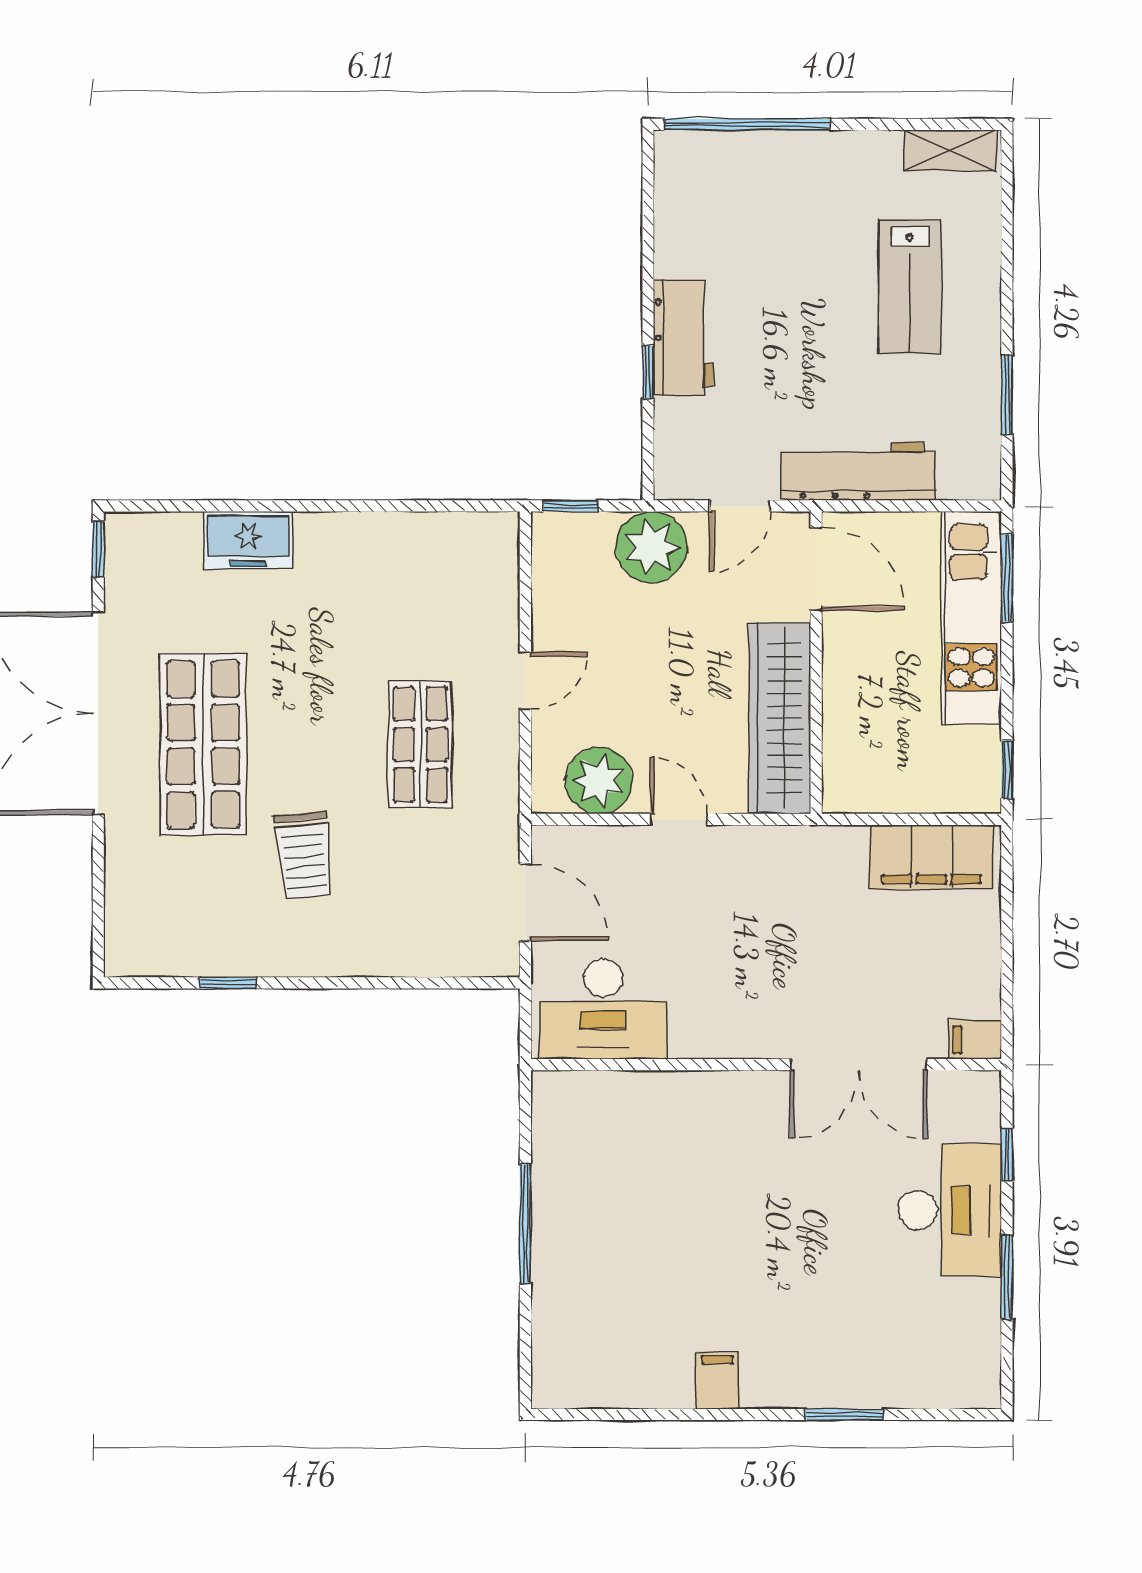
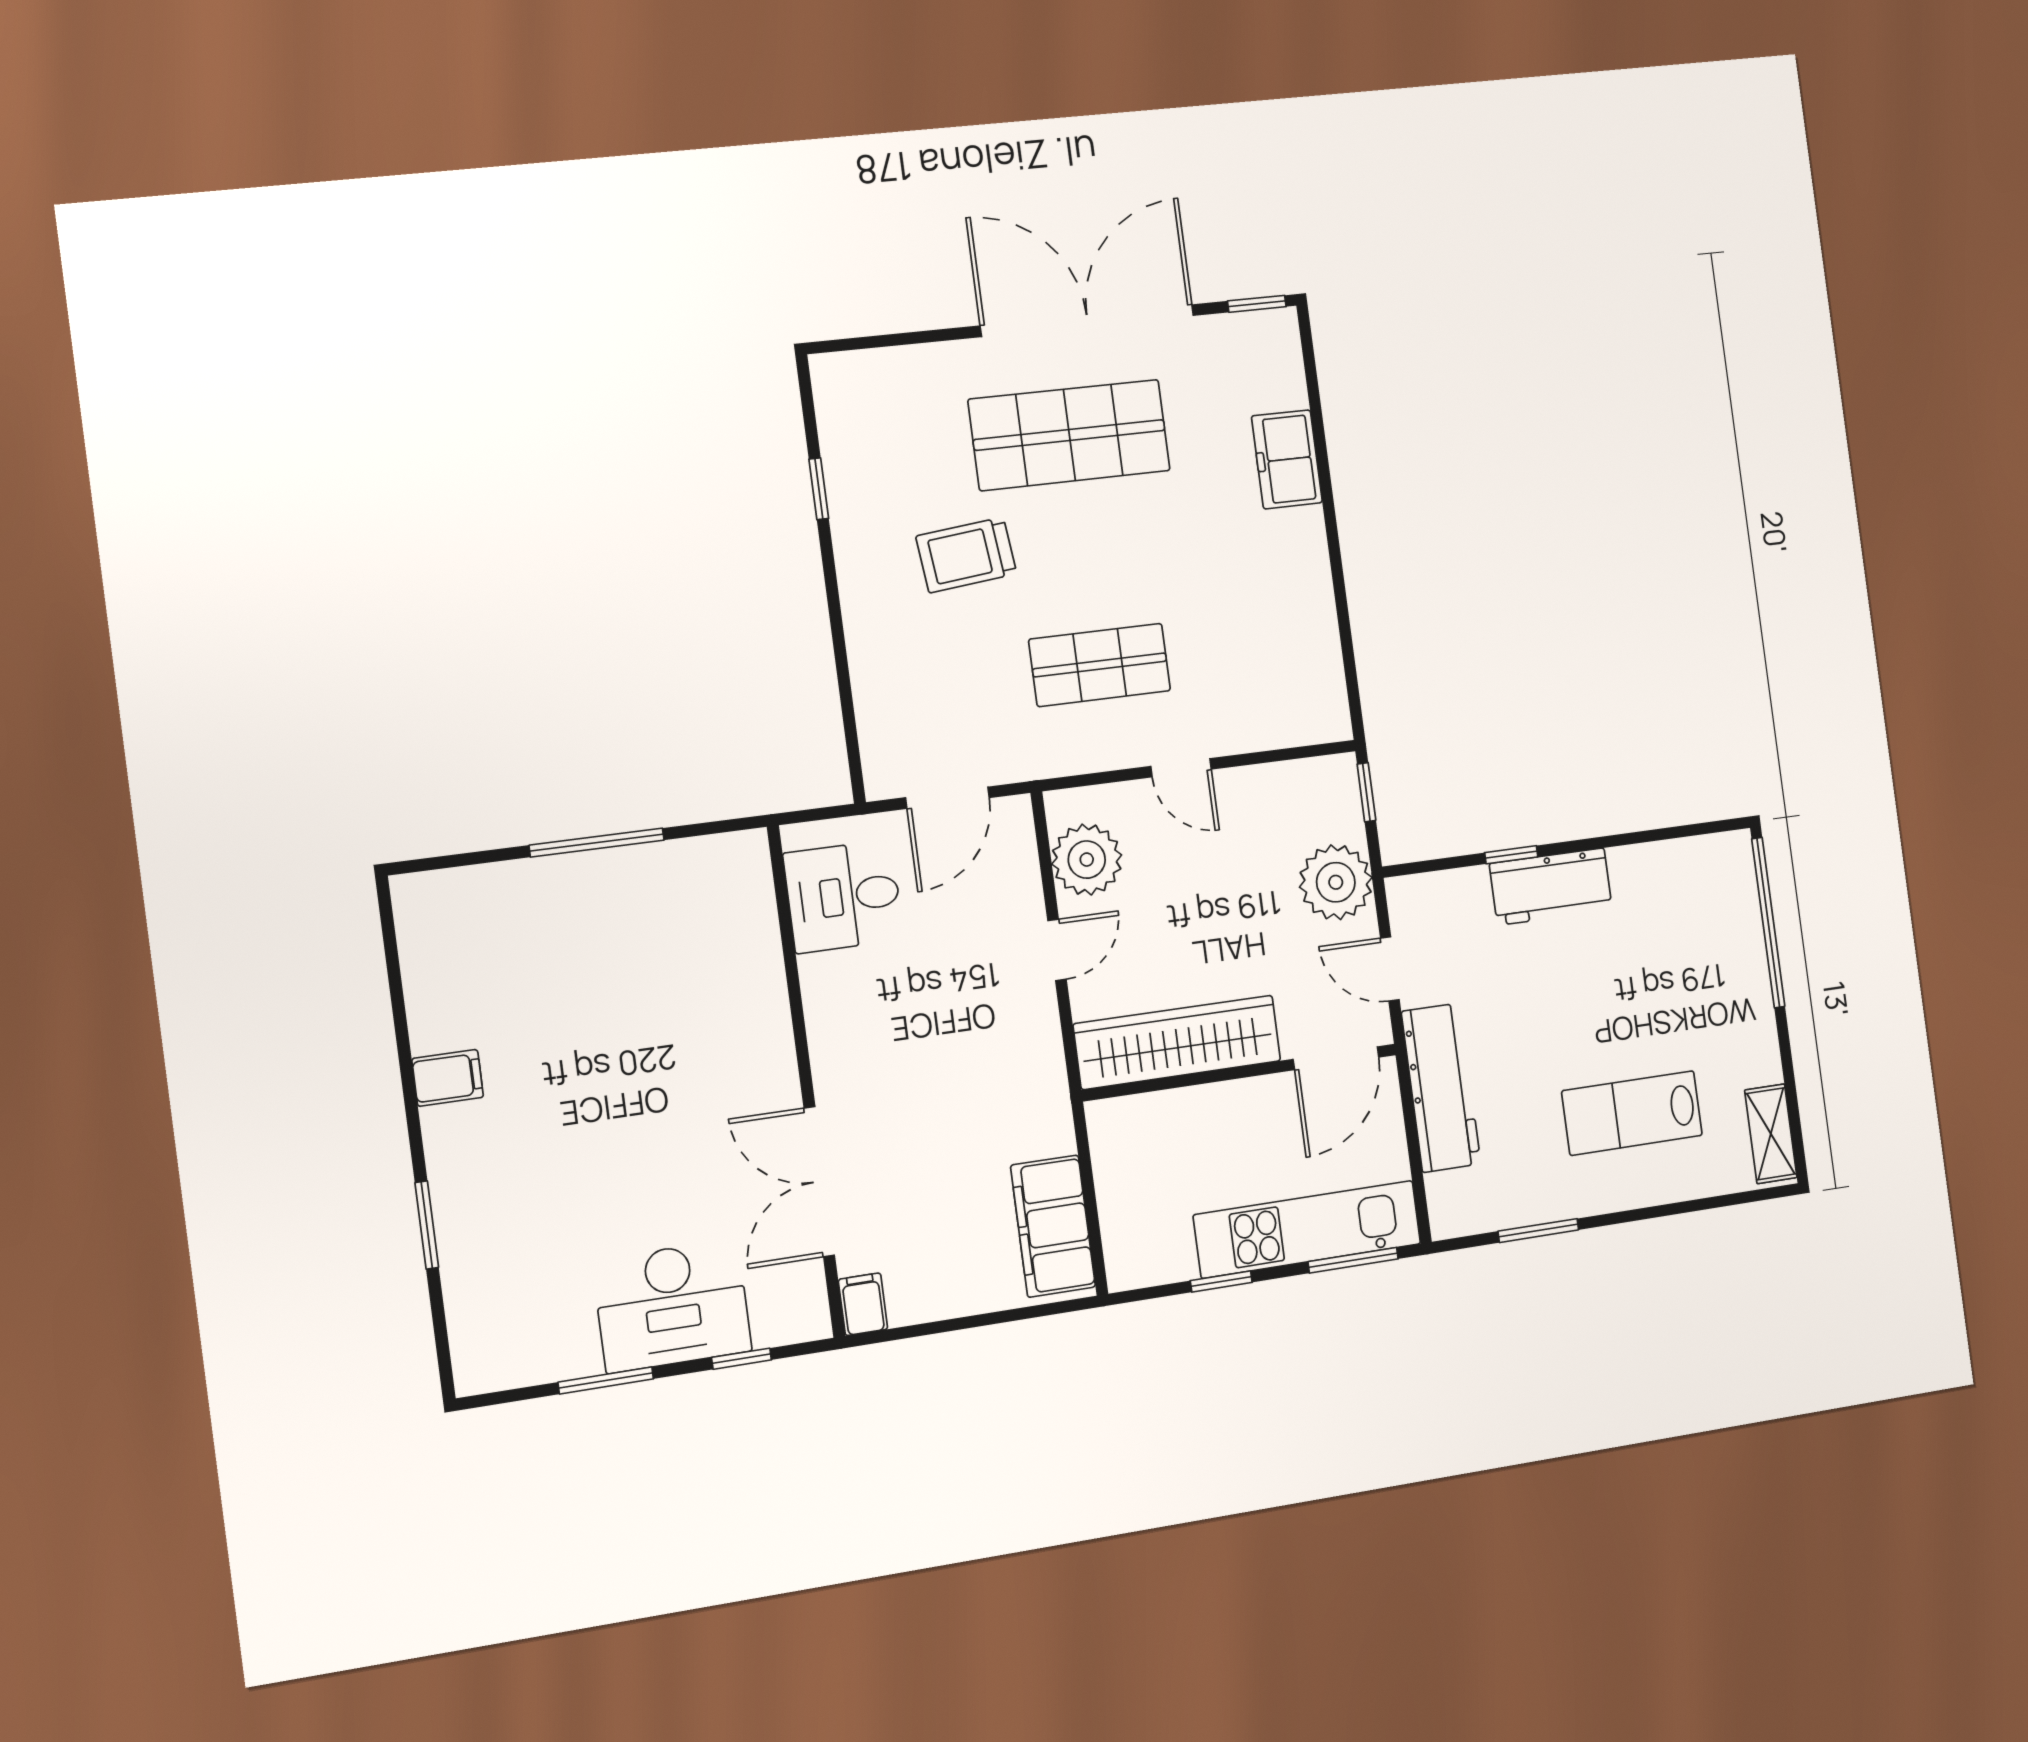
window: (1007, 770) -> (1221, 1282), moved
desk: (603, 1009) -> (844, 896), width x0.73

